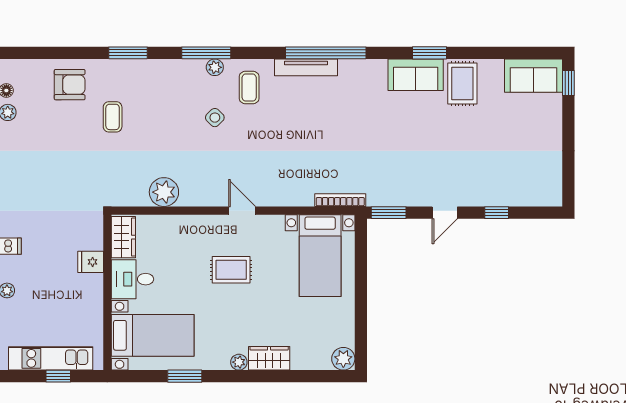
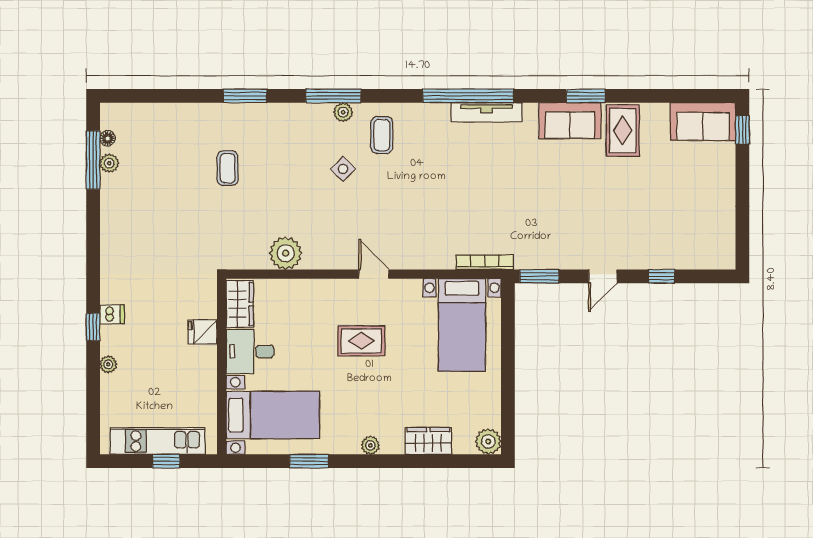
tv unit: (306, 67) -> (487, 112), moved
armchair: (70, 85) -> (179, 132), removed
wardrobe: (269, 358) -> (428, 441), moved

